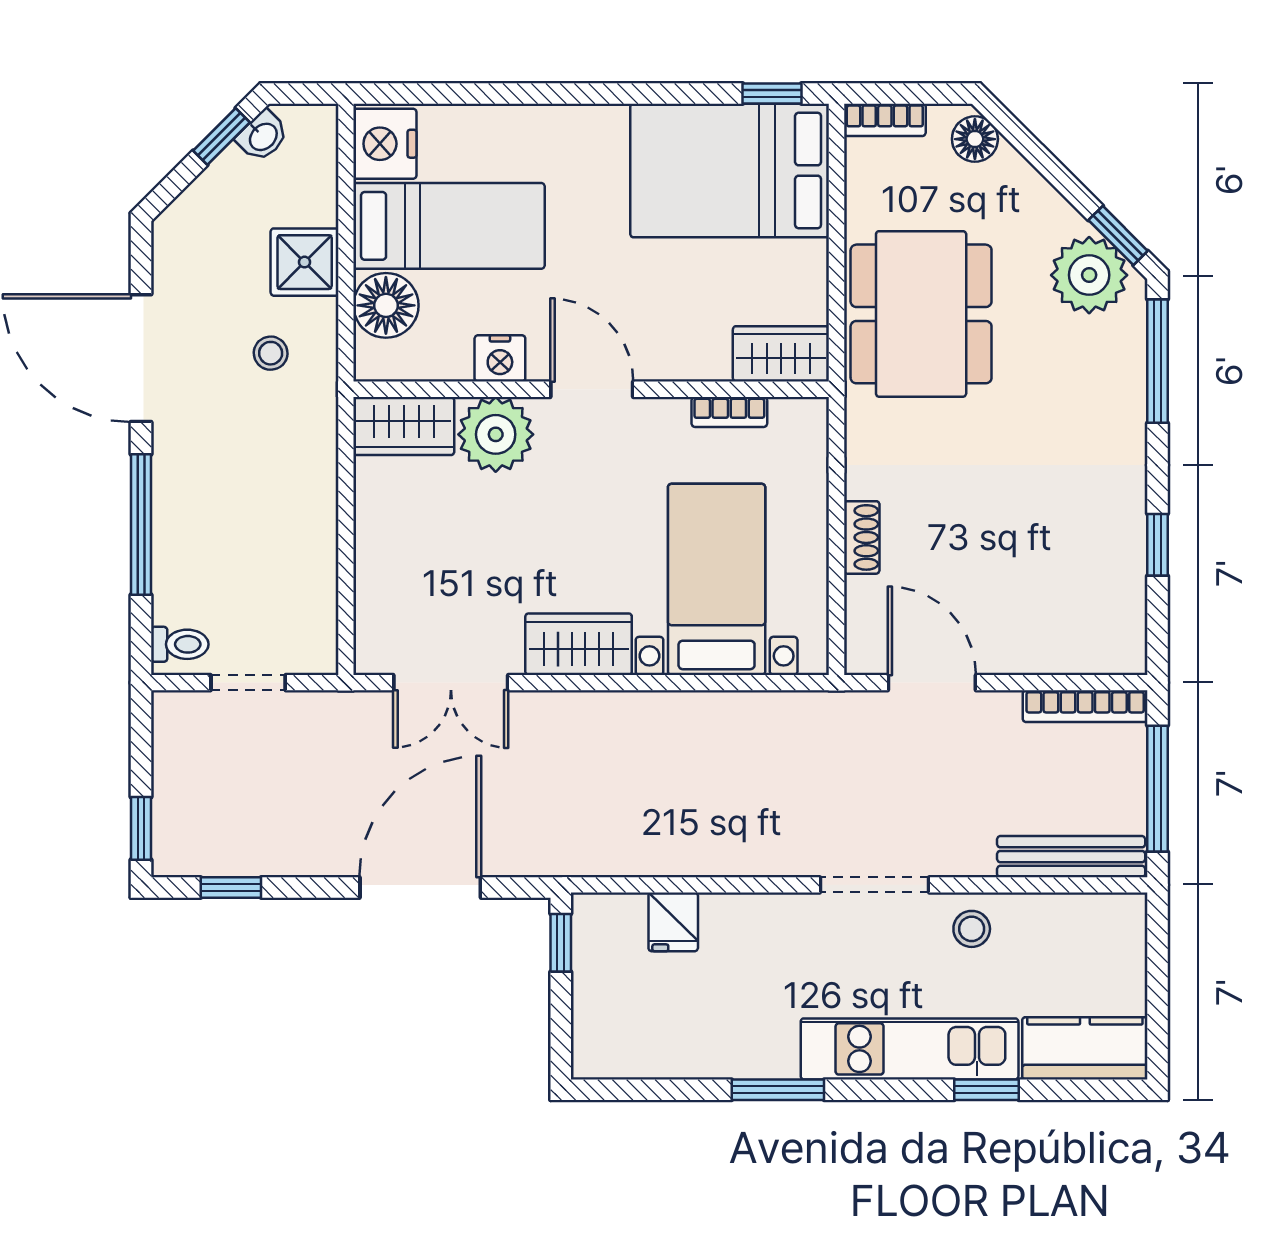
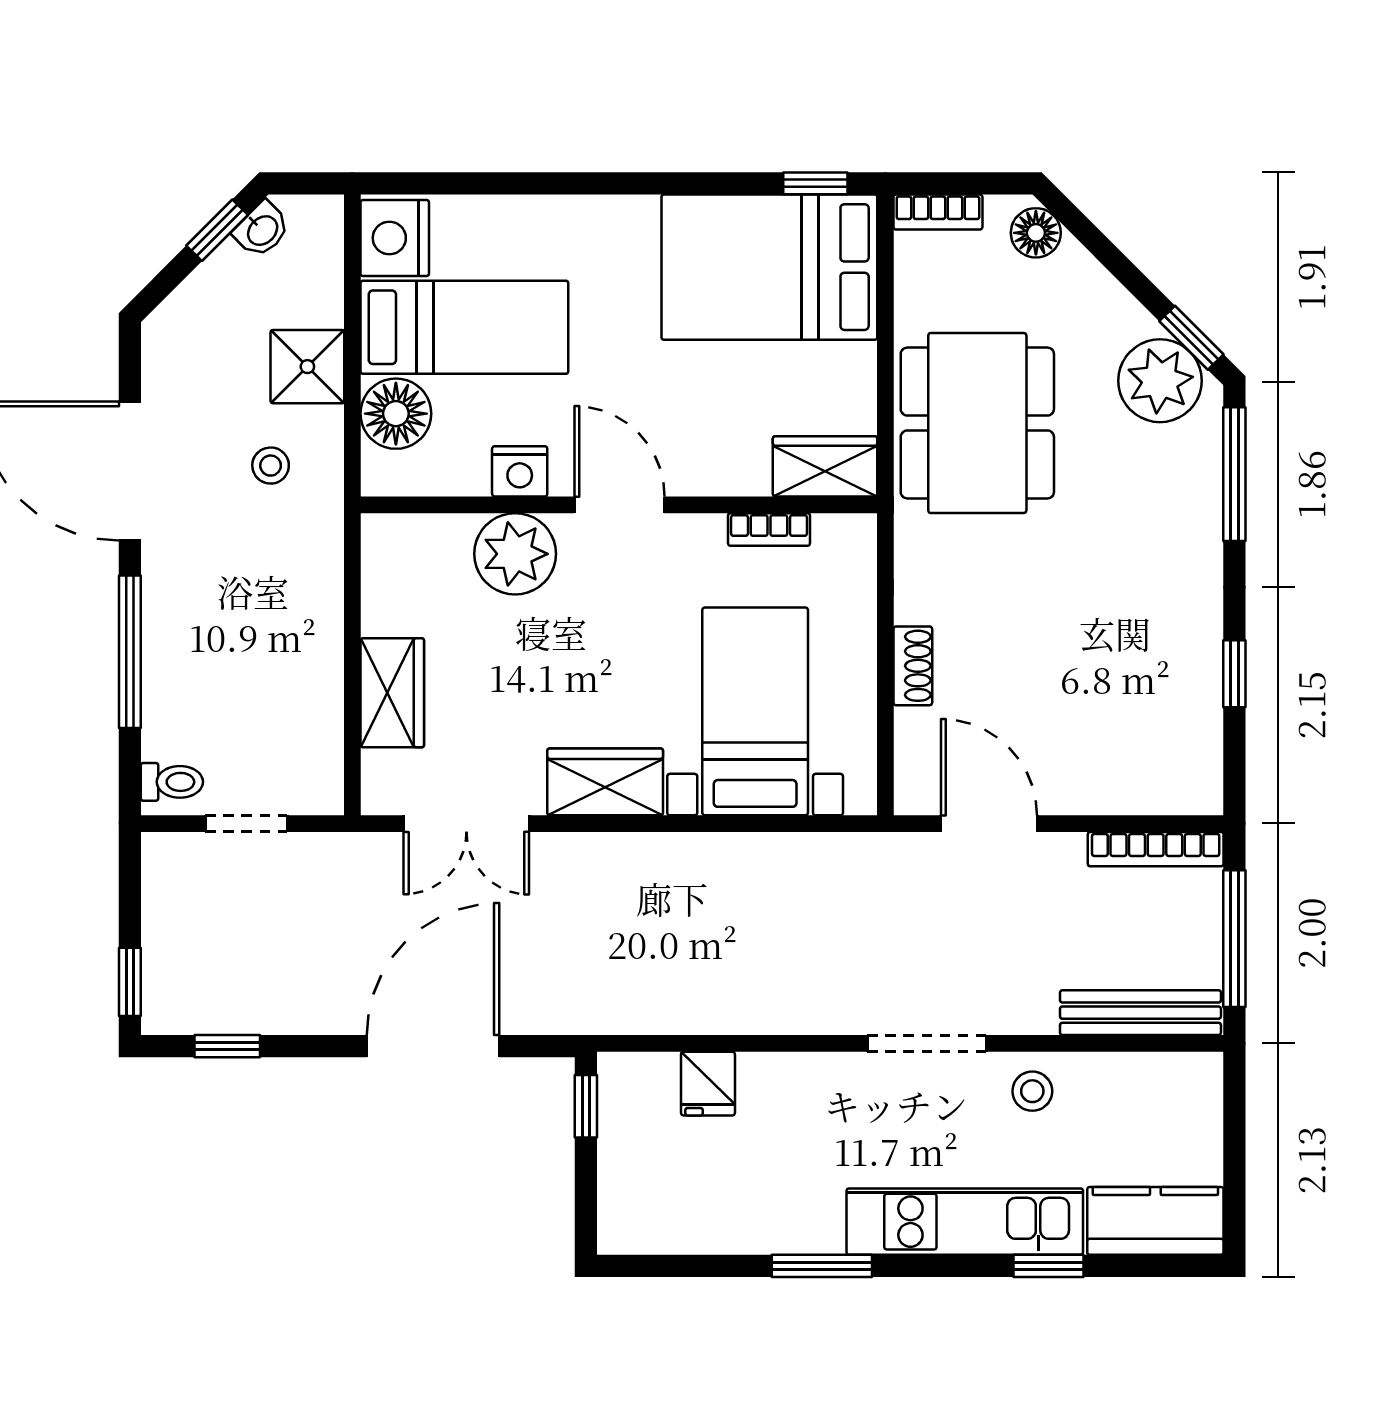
wardrobe: (404, 426) -> (392, 693), moved, turned -90

